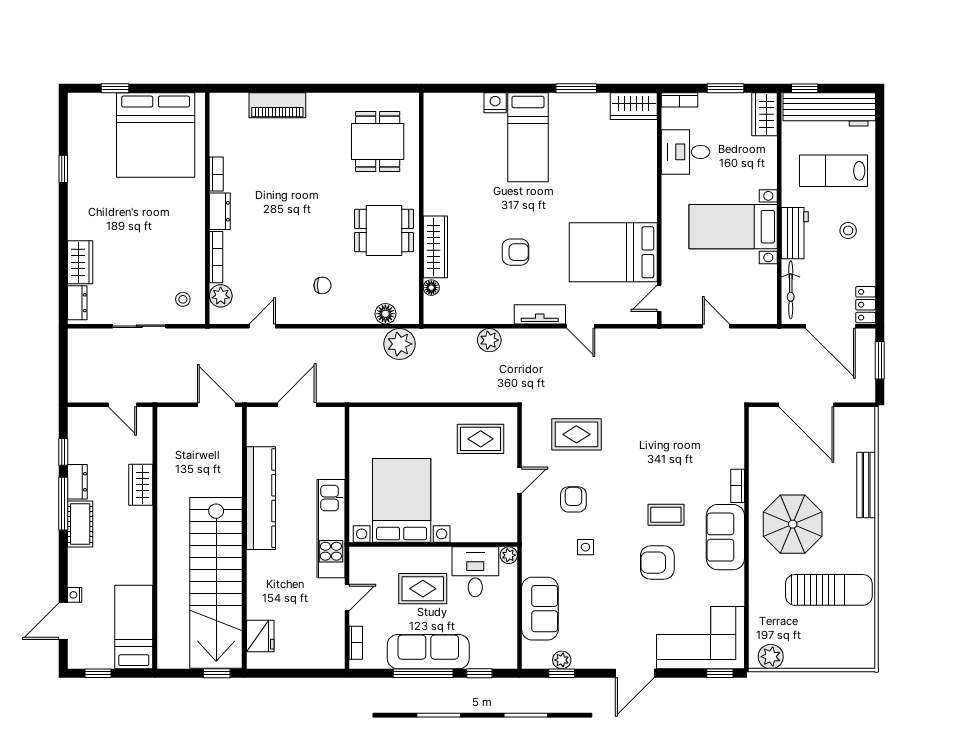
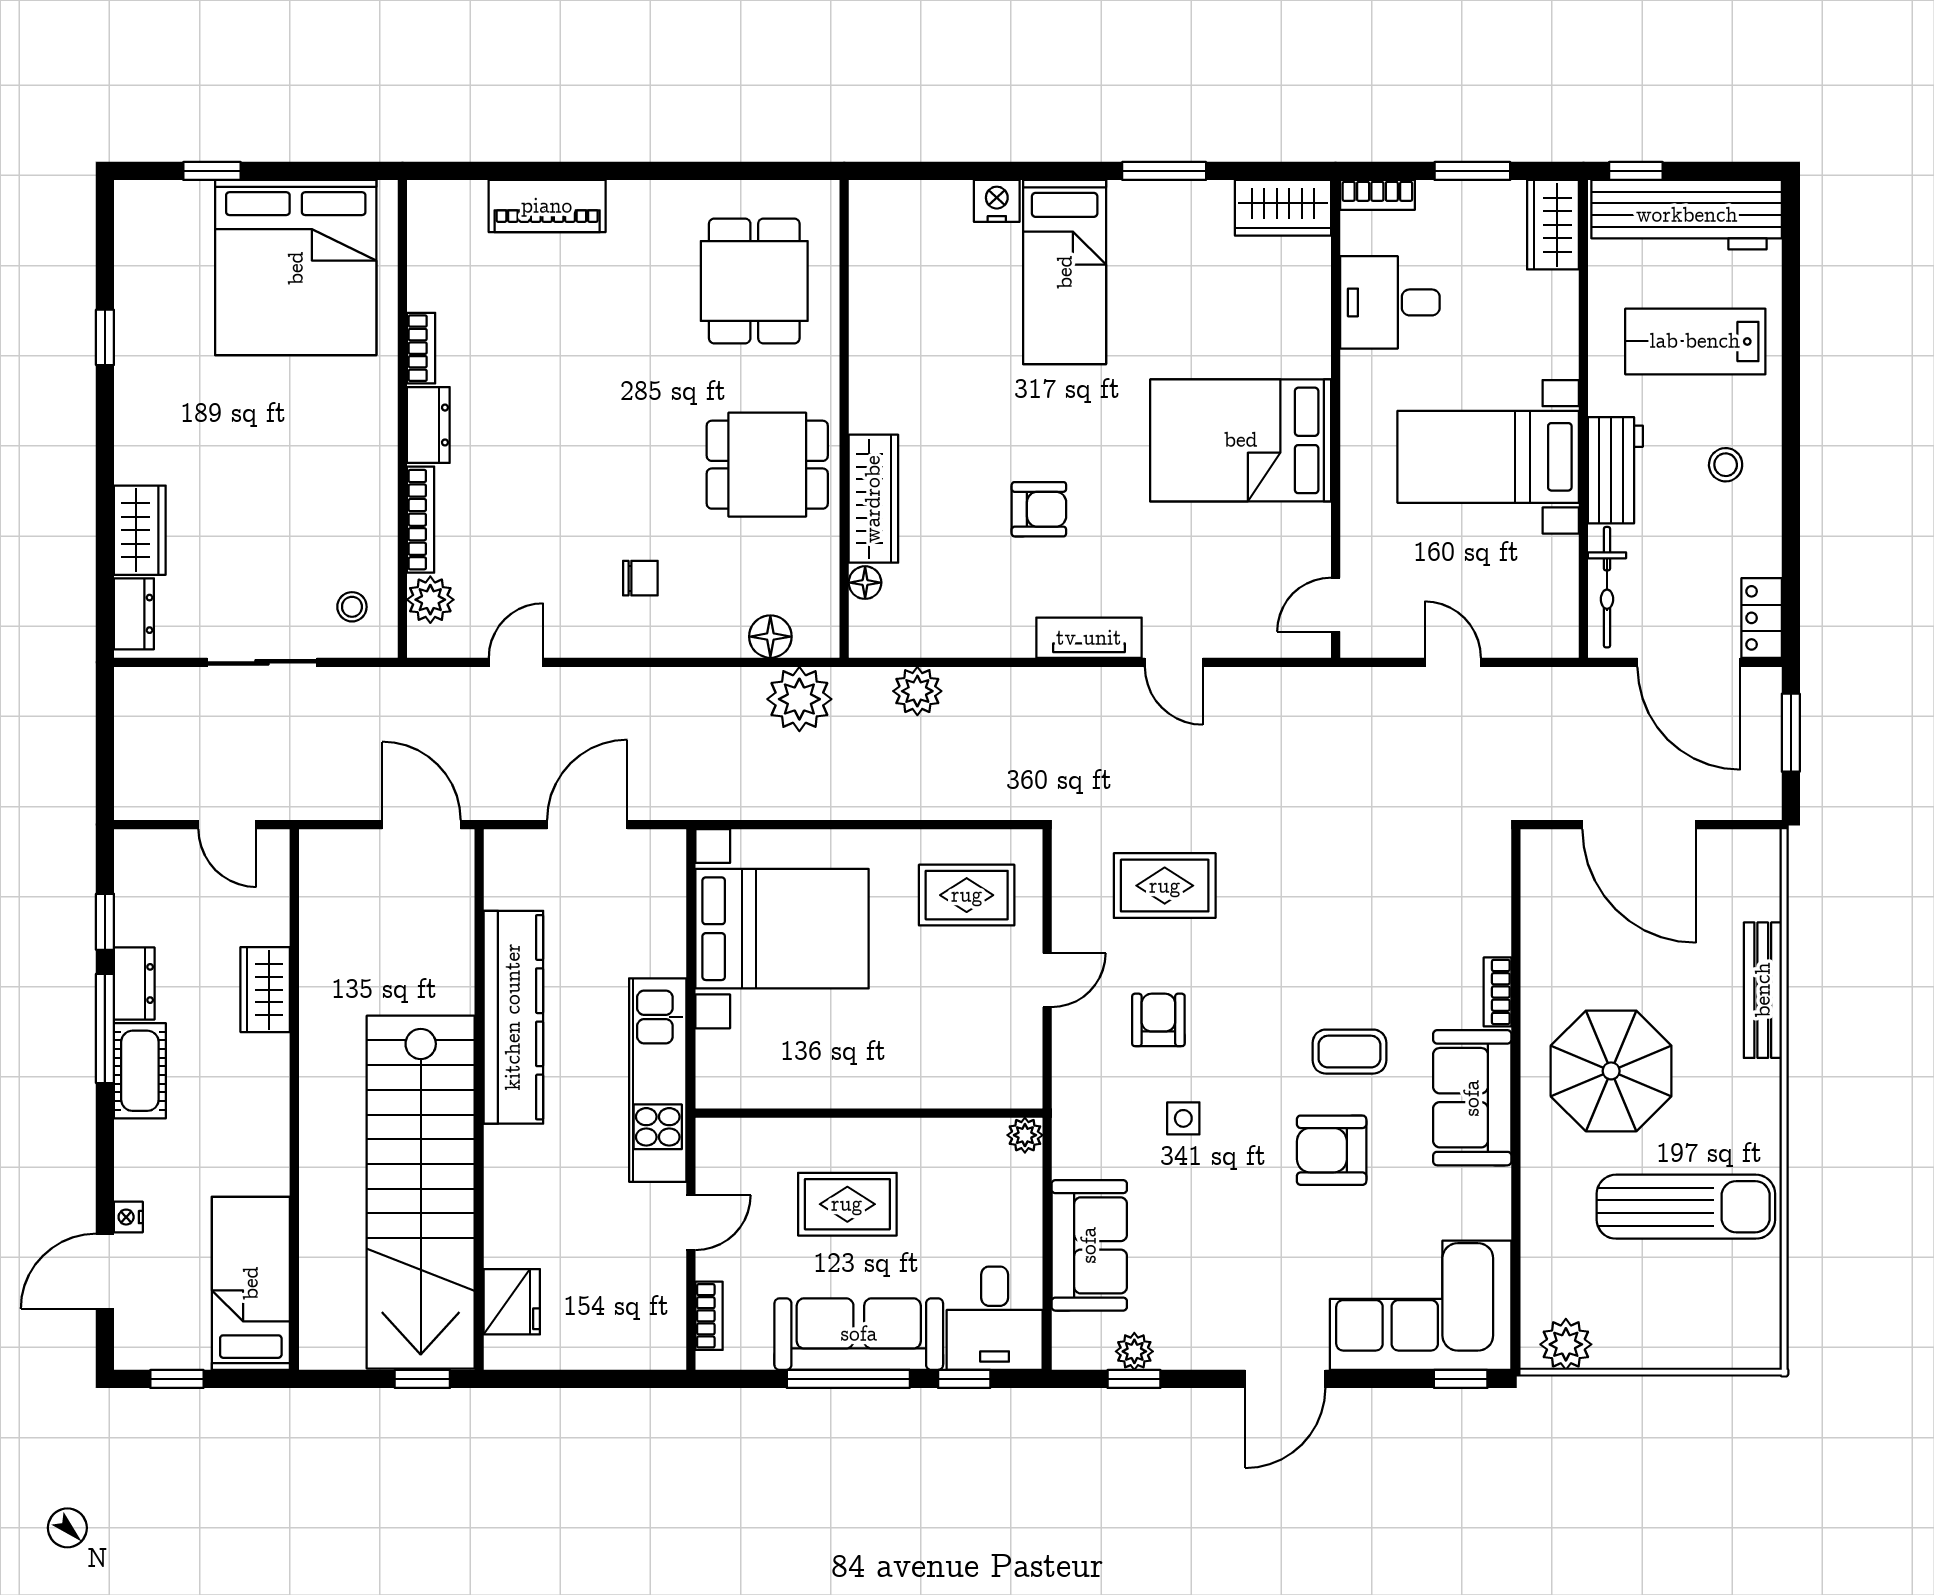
bed: (613, 252) -> (1241, 440), moved
plant: (489, 340) -> (917, 691), moved
bed with nightstands: (402, 500) -> (782, 929), moved, turned 90
desk: (475, 572) -> (995, 1318), moved, turned 180

